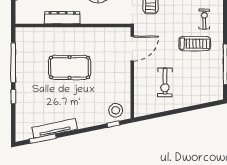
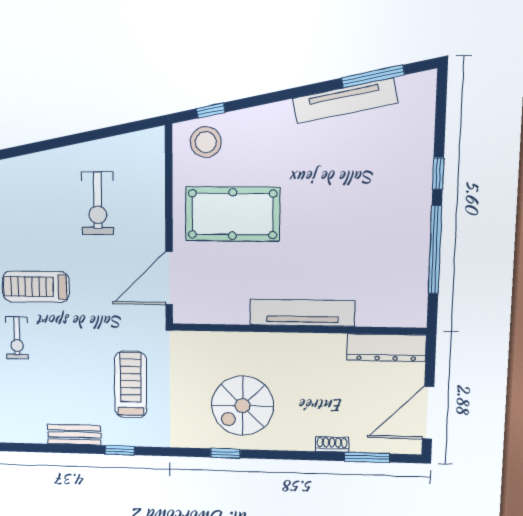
dresser: (62, 18) -> (386, 348), moved
tv unit: (71, 33) -> (302, 313), added
pool table: (70, 67) -> (233, 214), moved
exercise bike: (165, 83) -> (98, 203), turned 180

